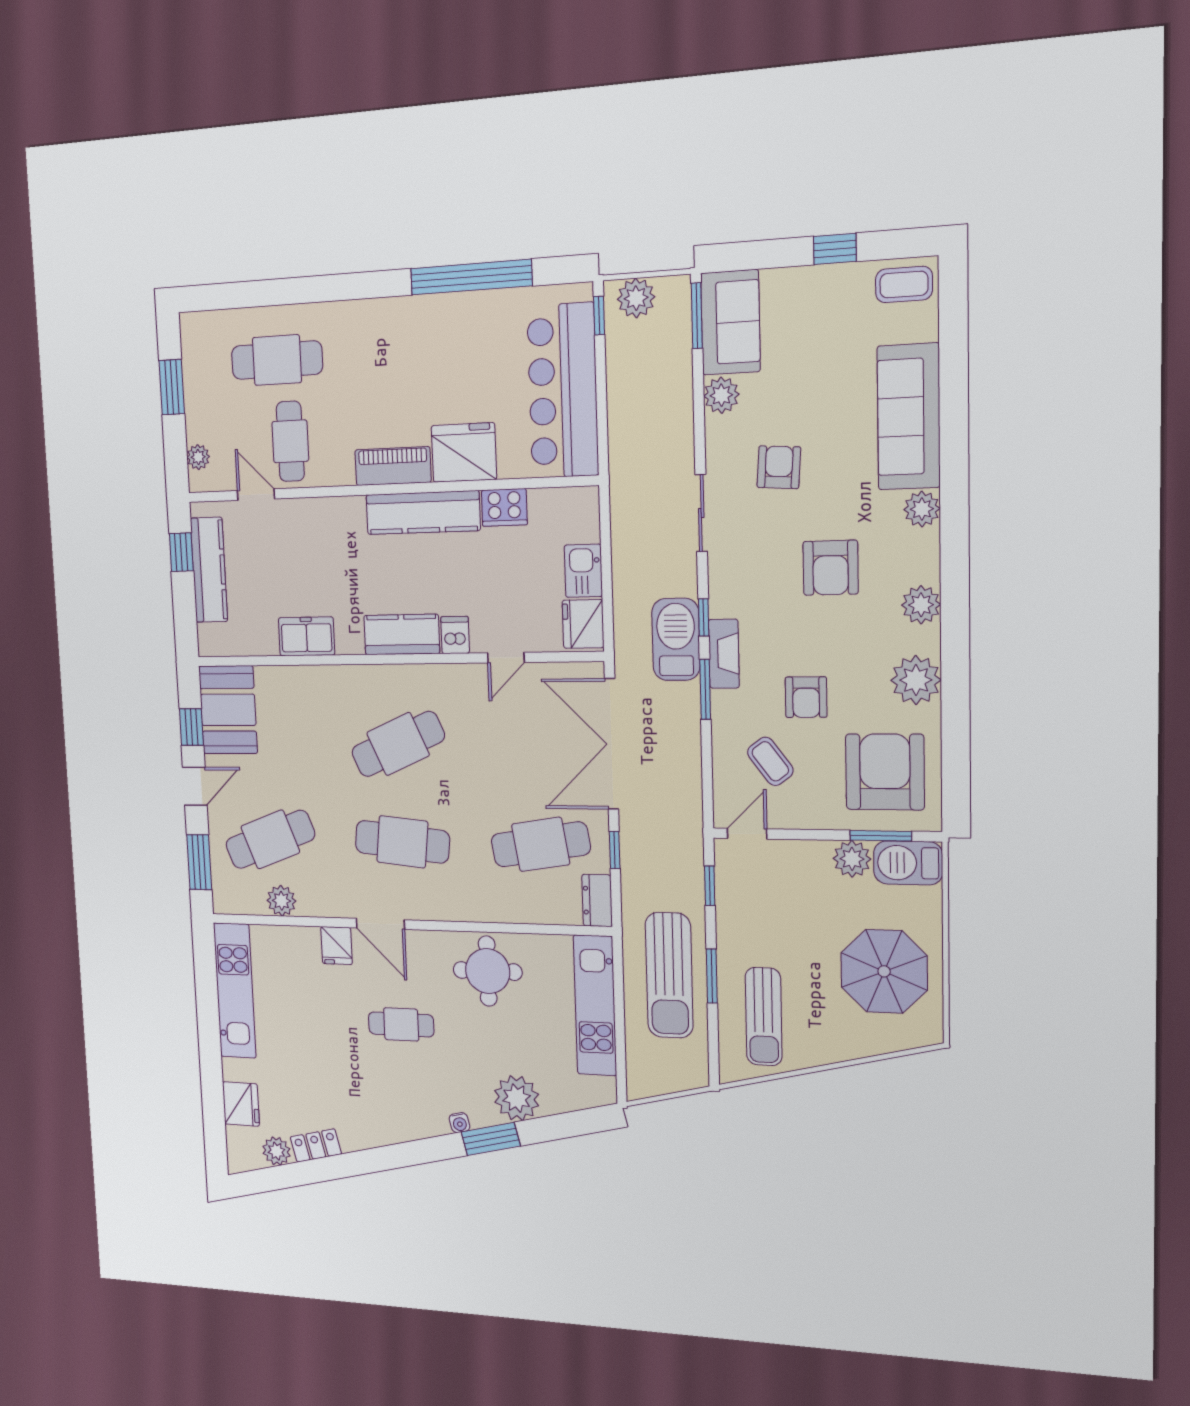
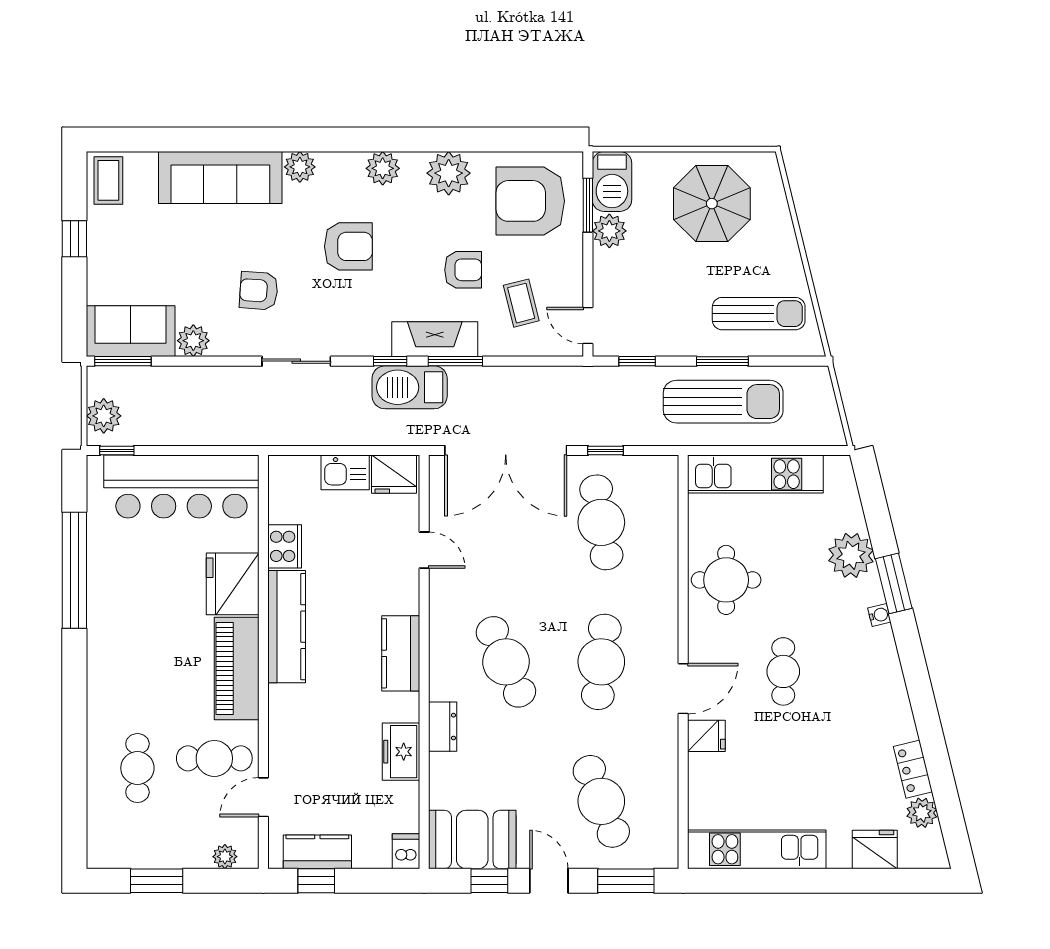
cafe table: (277, 360) -> (137, 768), width x0.73, depth x0.74
piano: (393, 466) -> (237, 669), width x1.37, depth x1.33
kitchen counter: (209, 570) -> (317, 852), width x0.67
dishwasher: (455, 635) -> (406, 851), moved, turned 90
fireplace: (724, 654) -> (435, 339), width x1.37, depth x1.32
coffee table: (770, 761) -> (521, 303), turned -67
dresser: (597, 900) -> (443, 727), moved, turned -90
plant: (281, 901) -> (663, 793), removed

